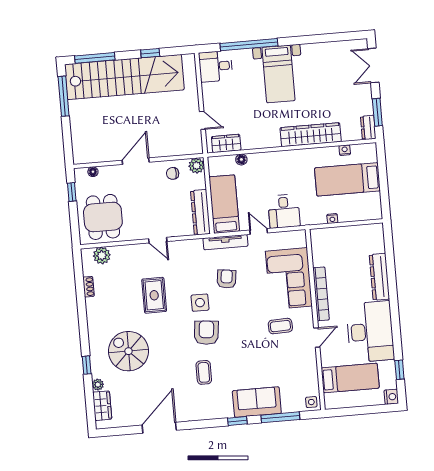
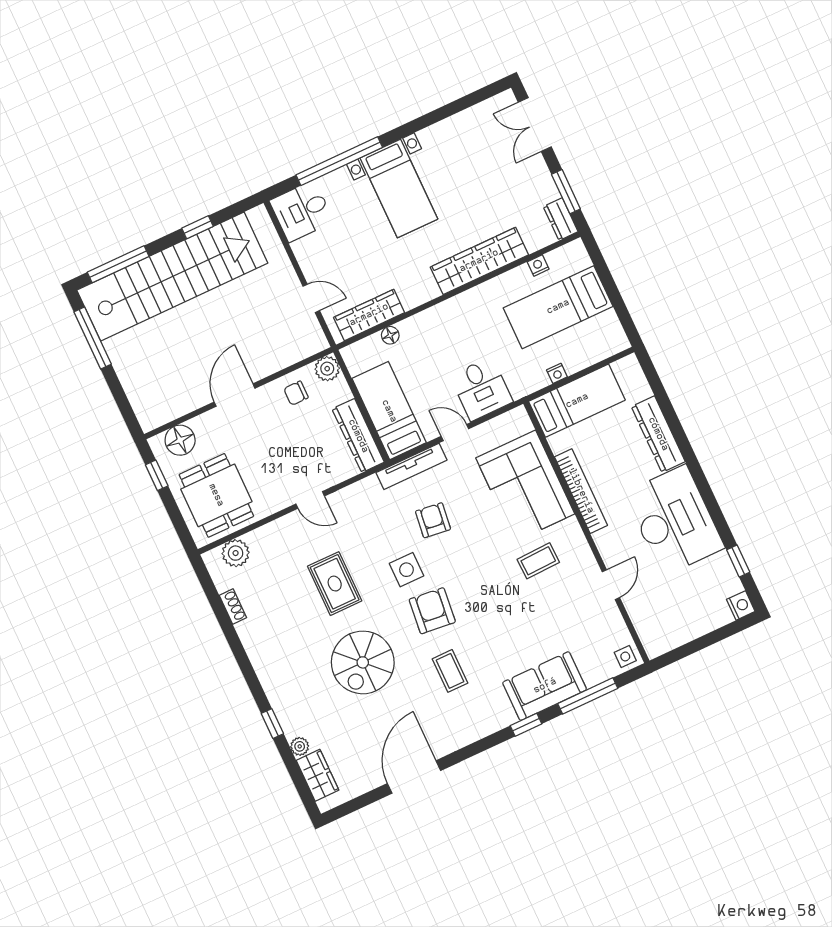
wardrobe: (226, 143) -> (369, 315), width x1.50
floor lamp: (93, 172) -> (180, 440), width x1.89, depth x1.89
door: (317, 337) -> (611, 585), moved
spiral stairs: (128, 351) -> (363, 662), moved, turned -90
bed: (350, 378) -> (577, 401), moved

